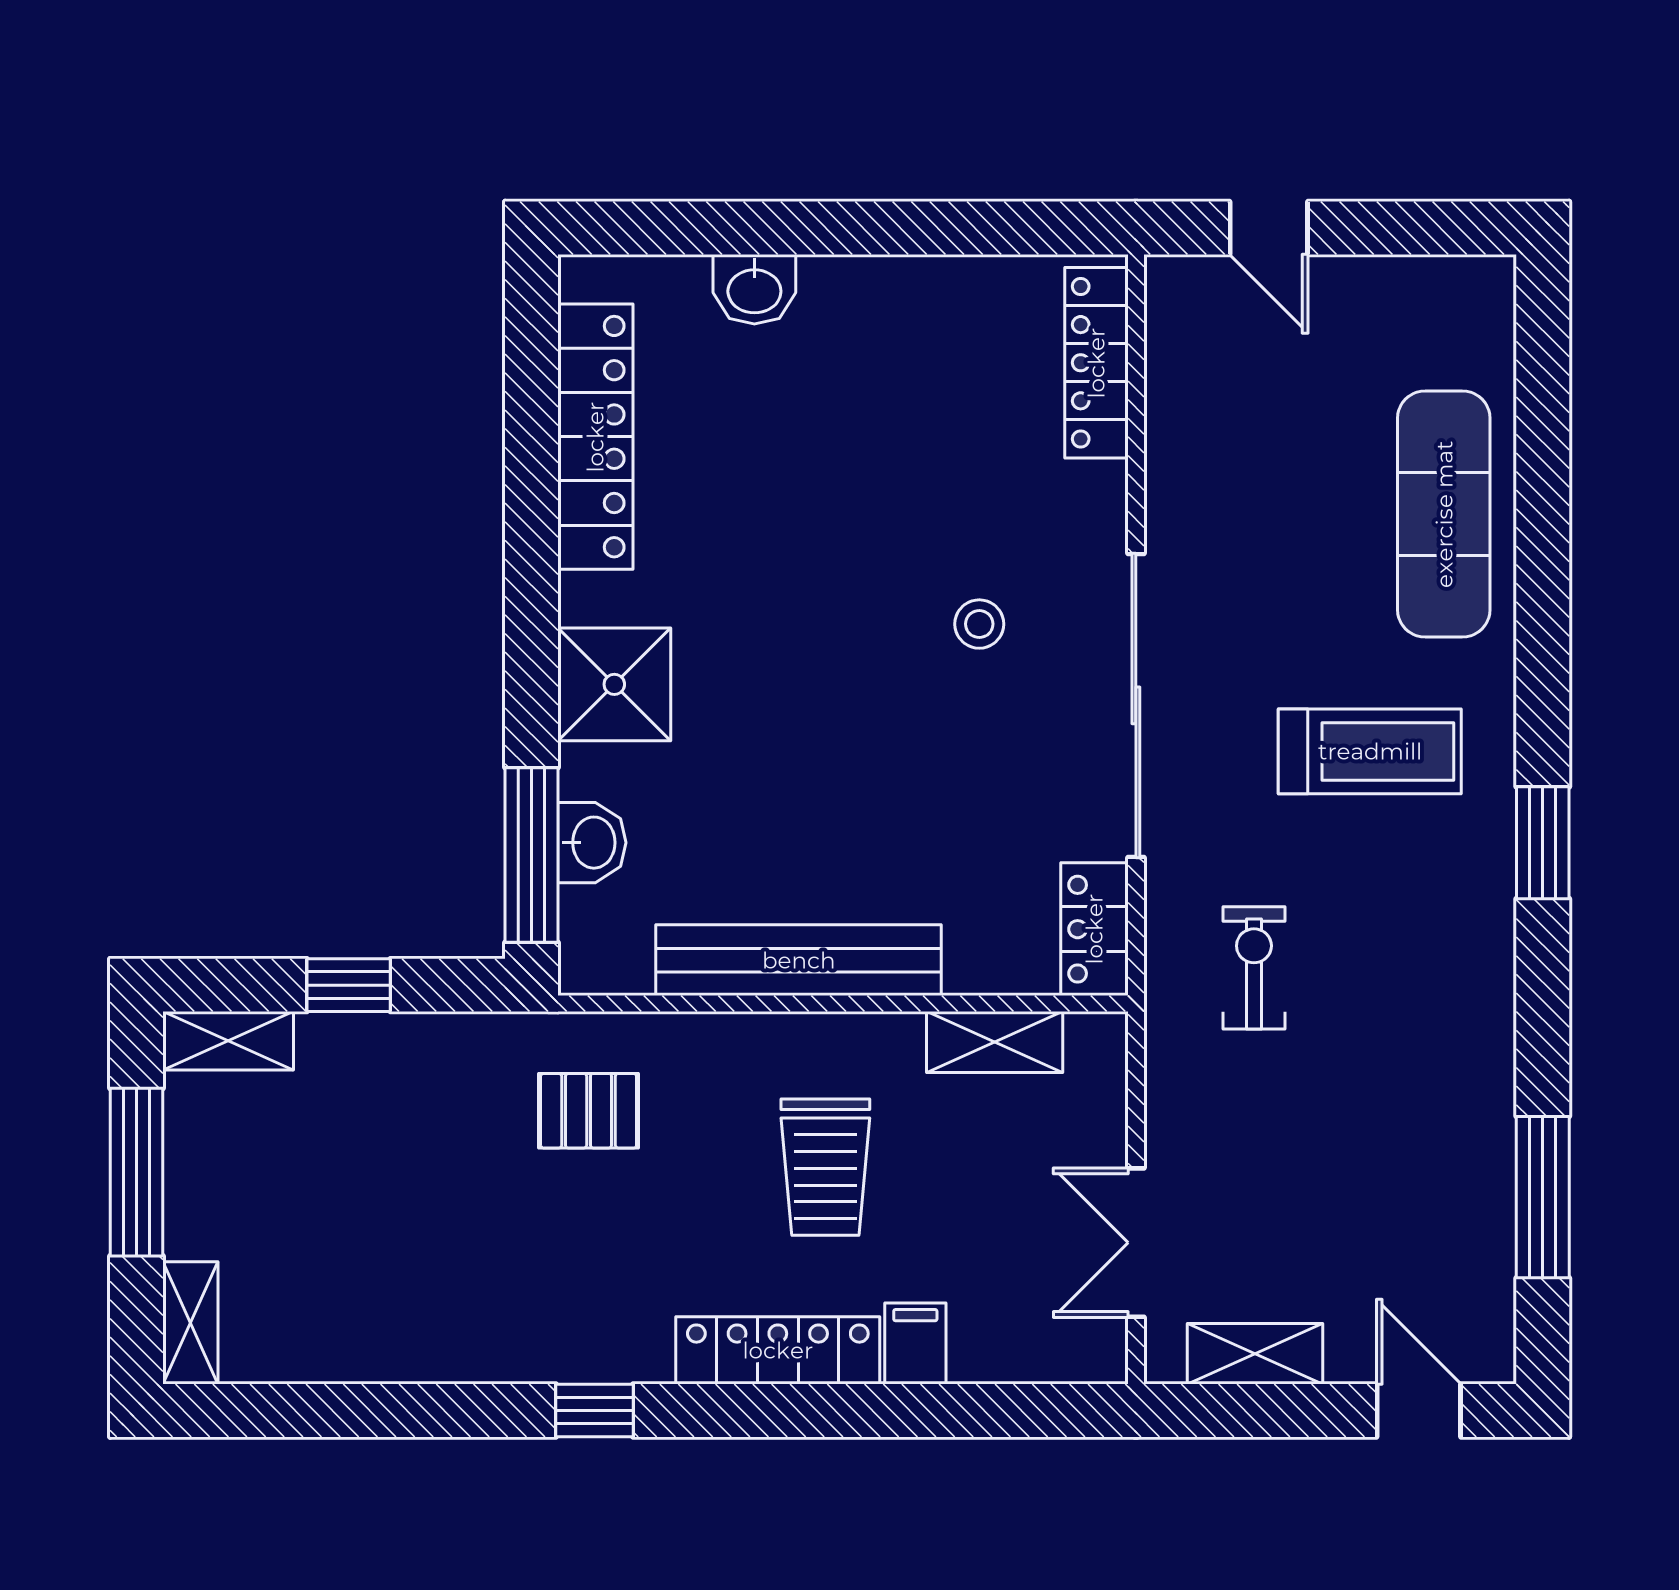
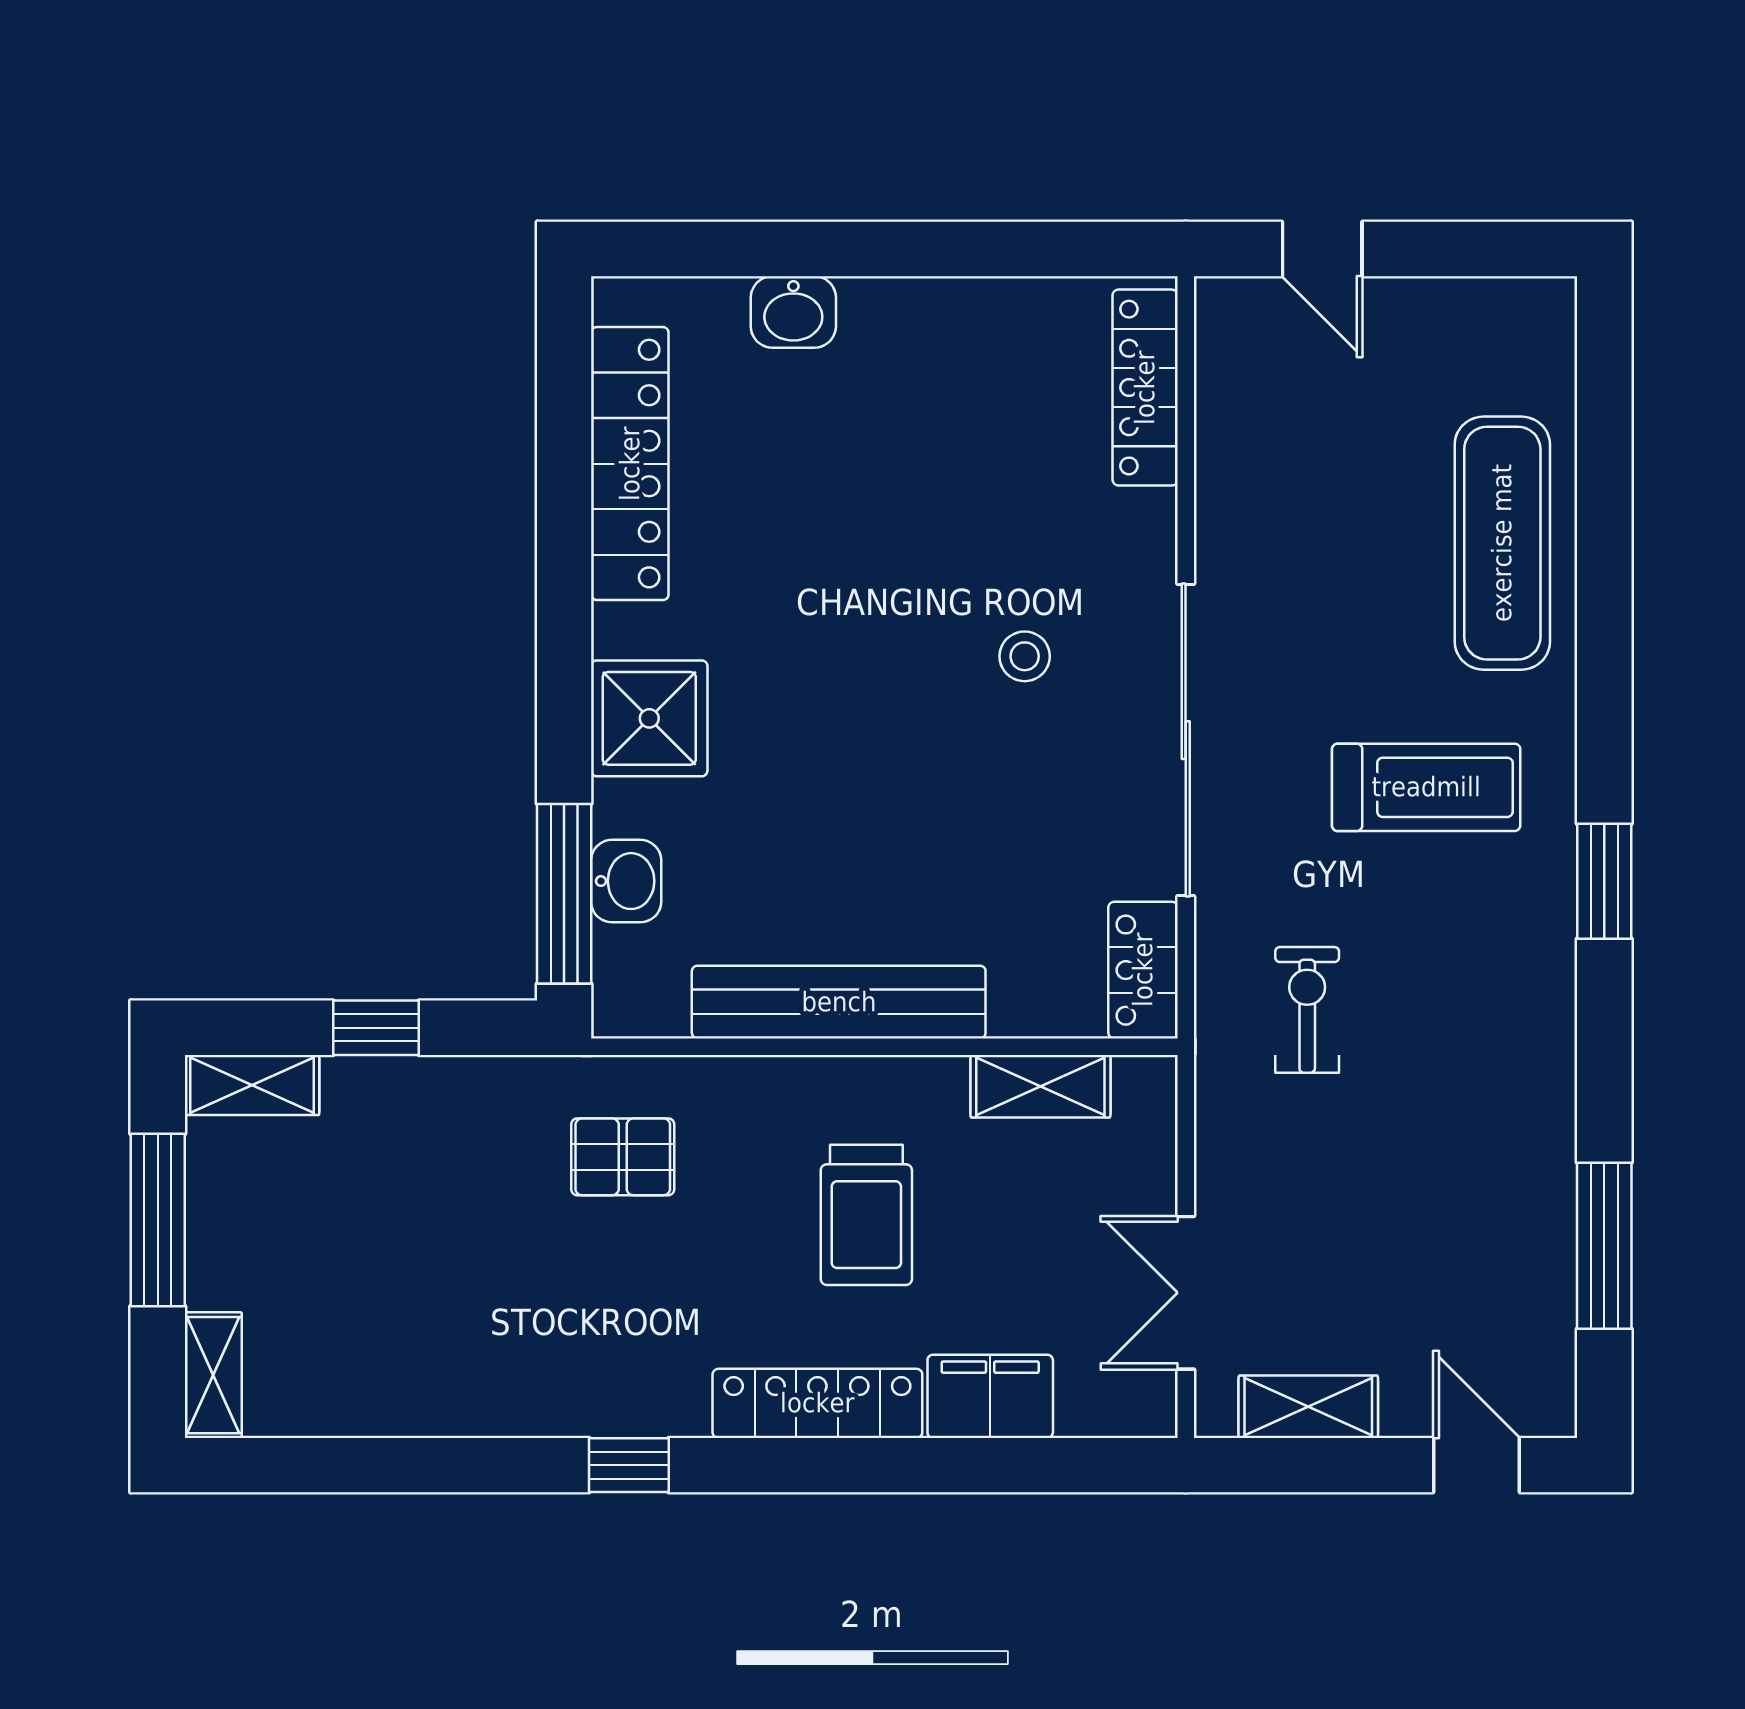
filing cabinet: (915, 1344) -> (990, 1396), width x2.00

